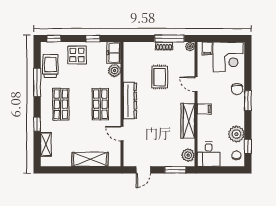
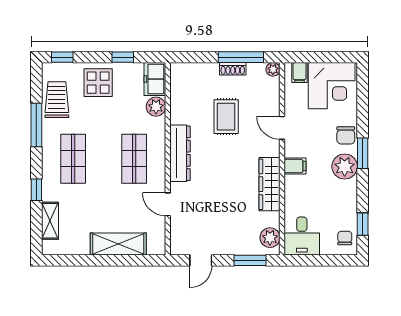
plant: (236, 134) -> (345, 167), moved

